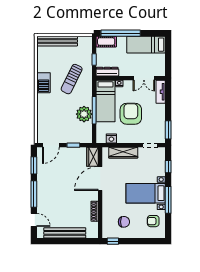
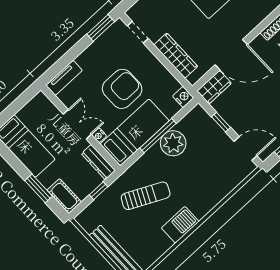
window: (121, 33) -> (39, 188), width x0.47
double door: (144, 78) -> (77, 124), moved
armchair: (131, 114) -> (122, 89), turned 180
nightstand: (111, 138) -> (183, 97), moved

